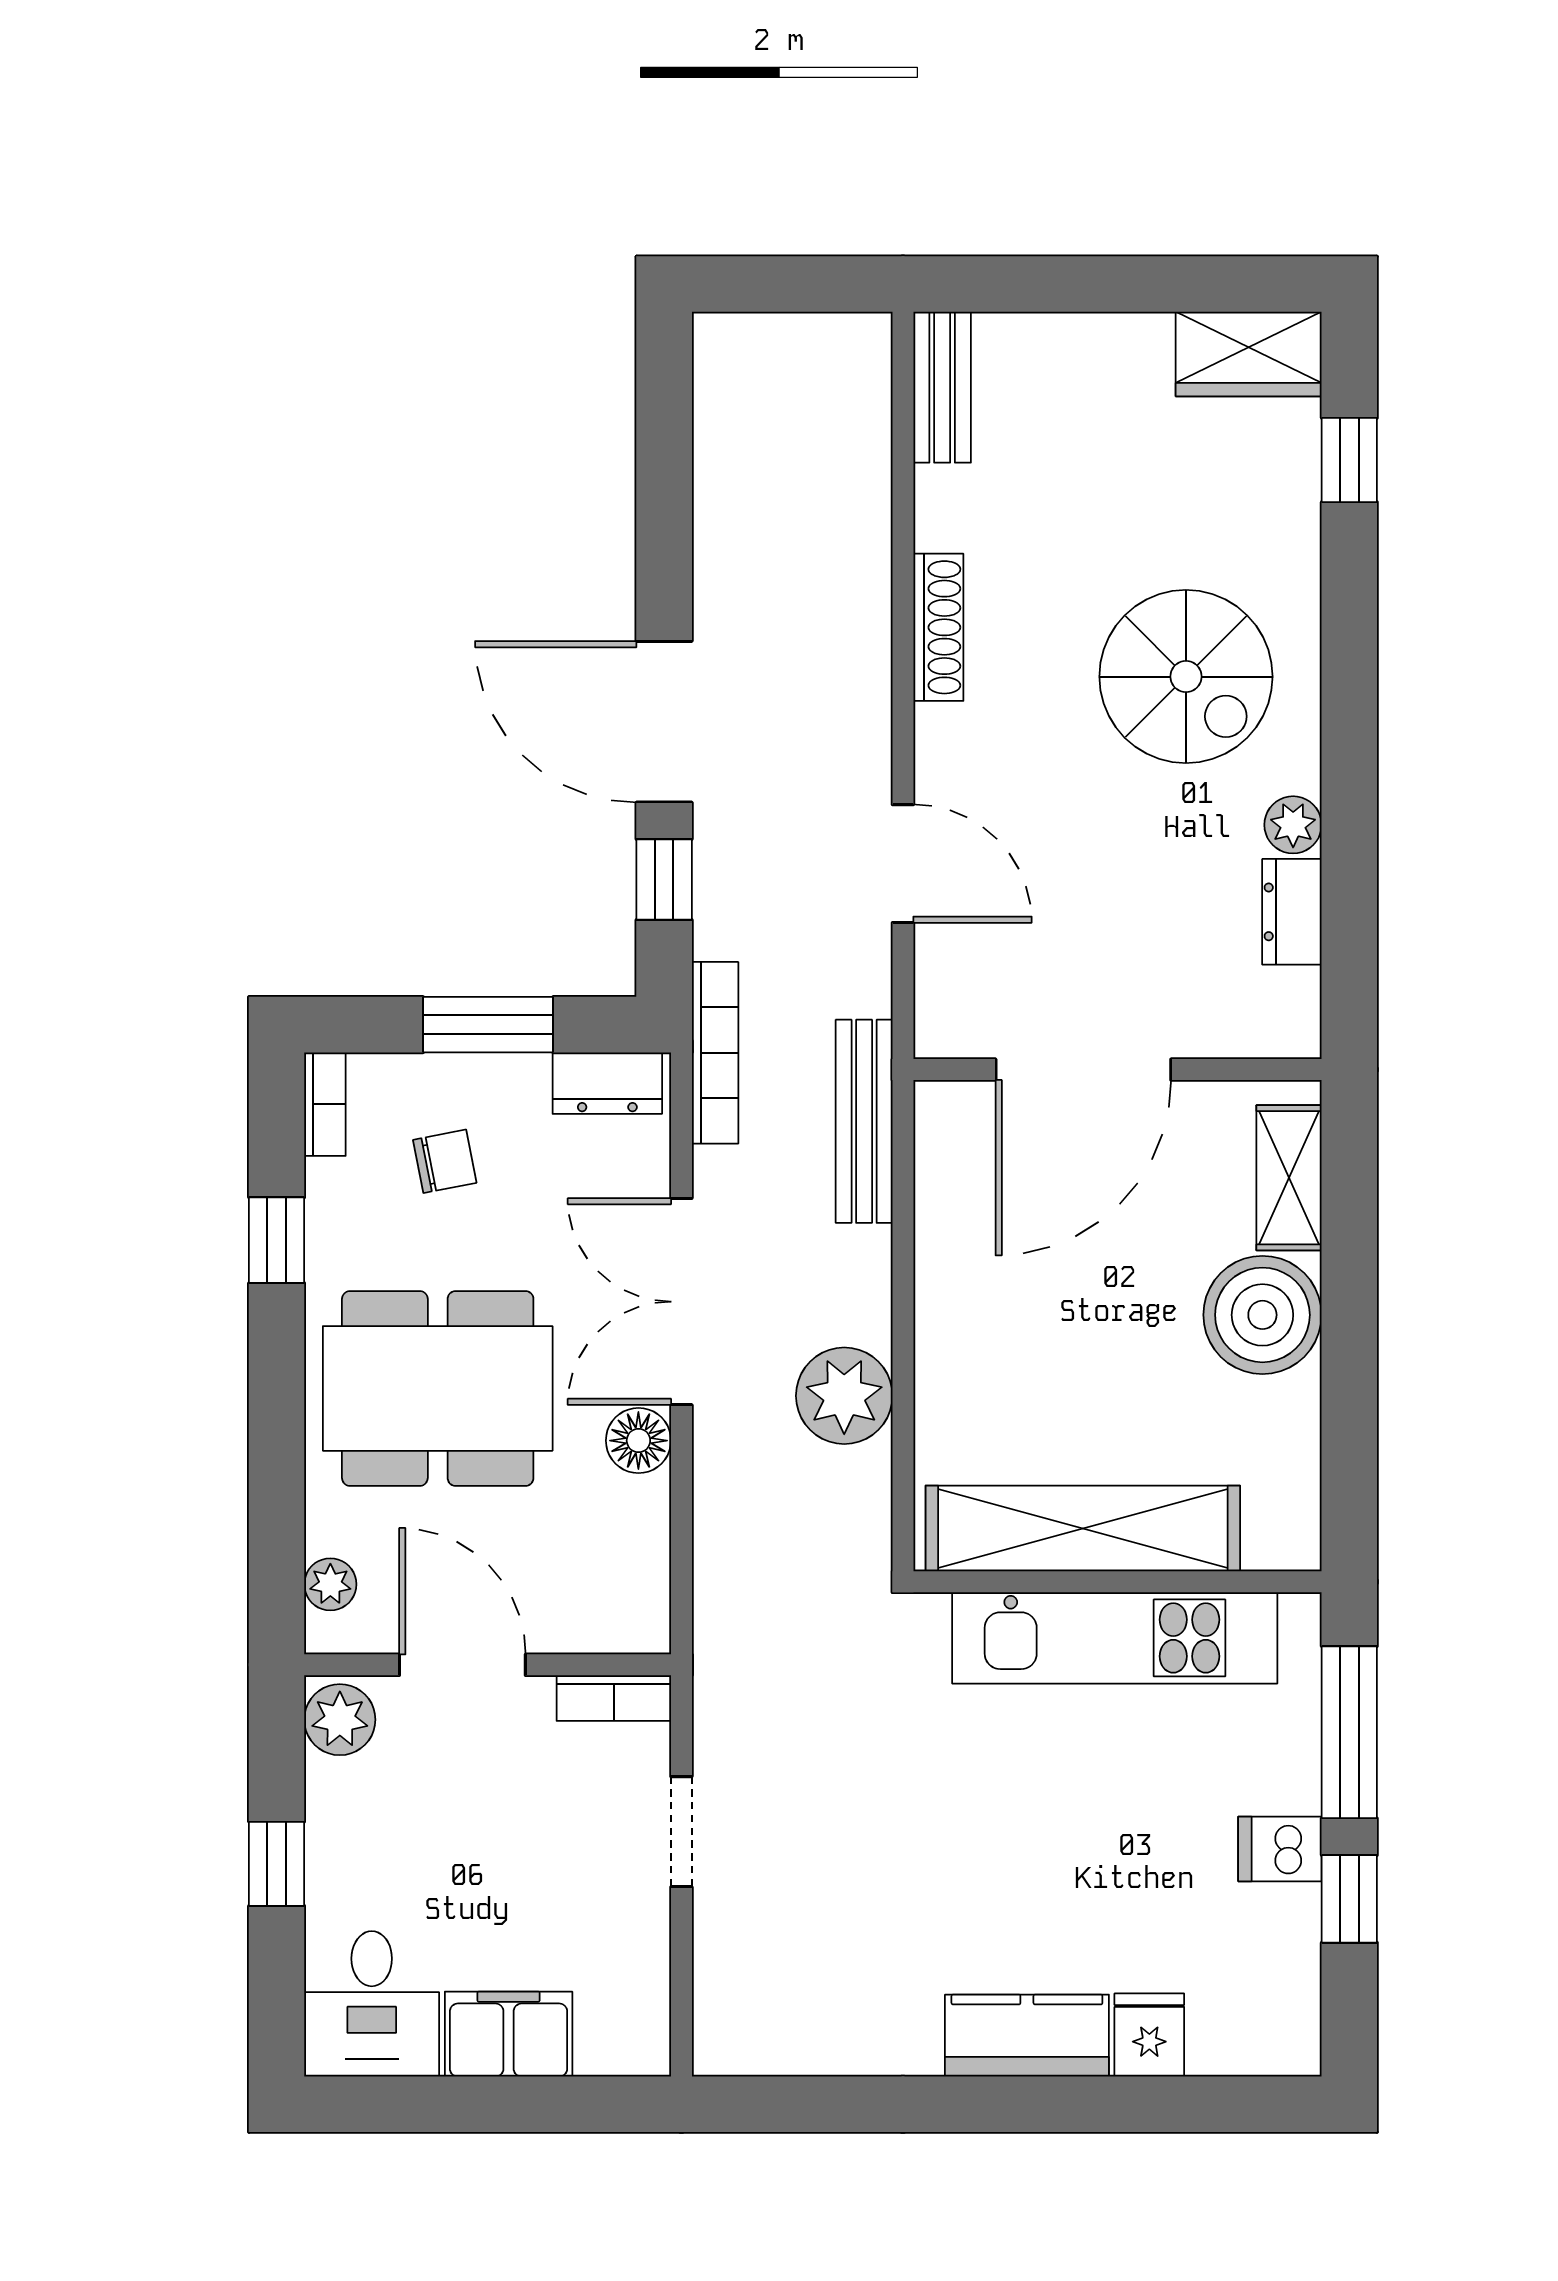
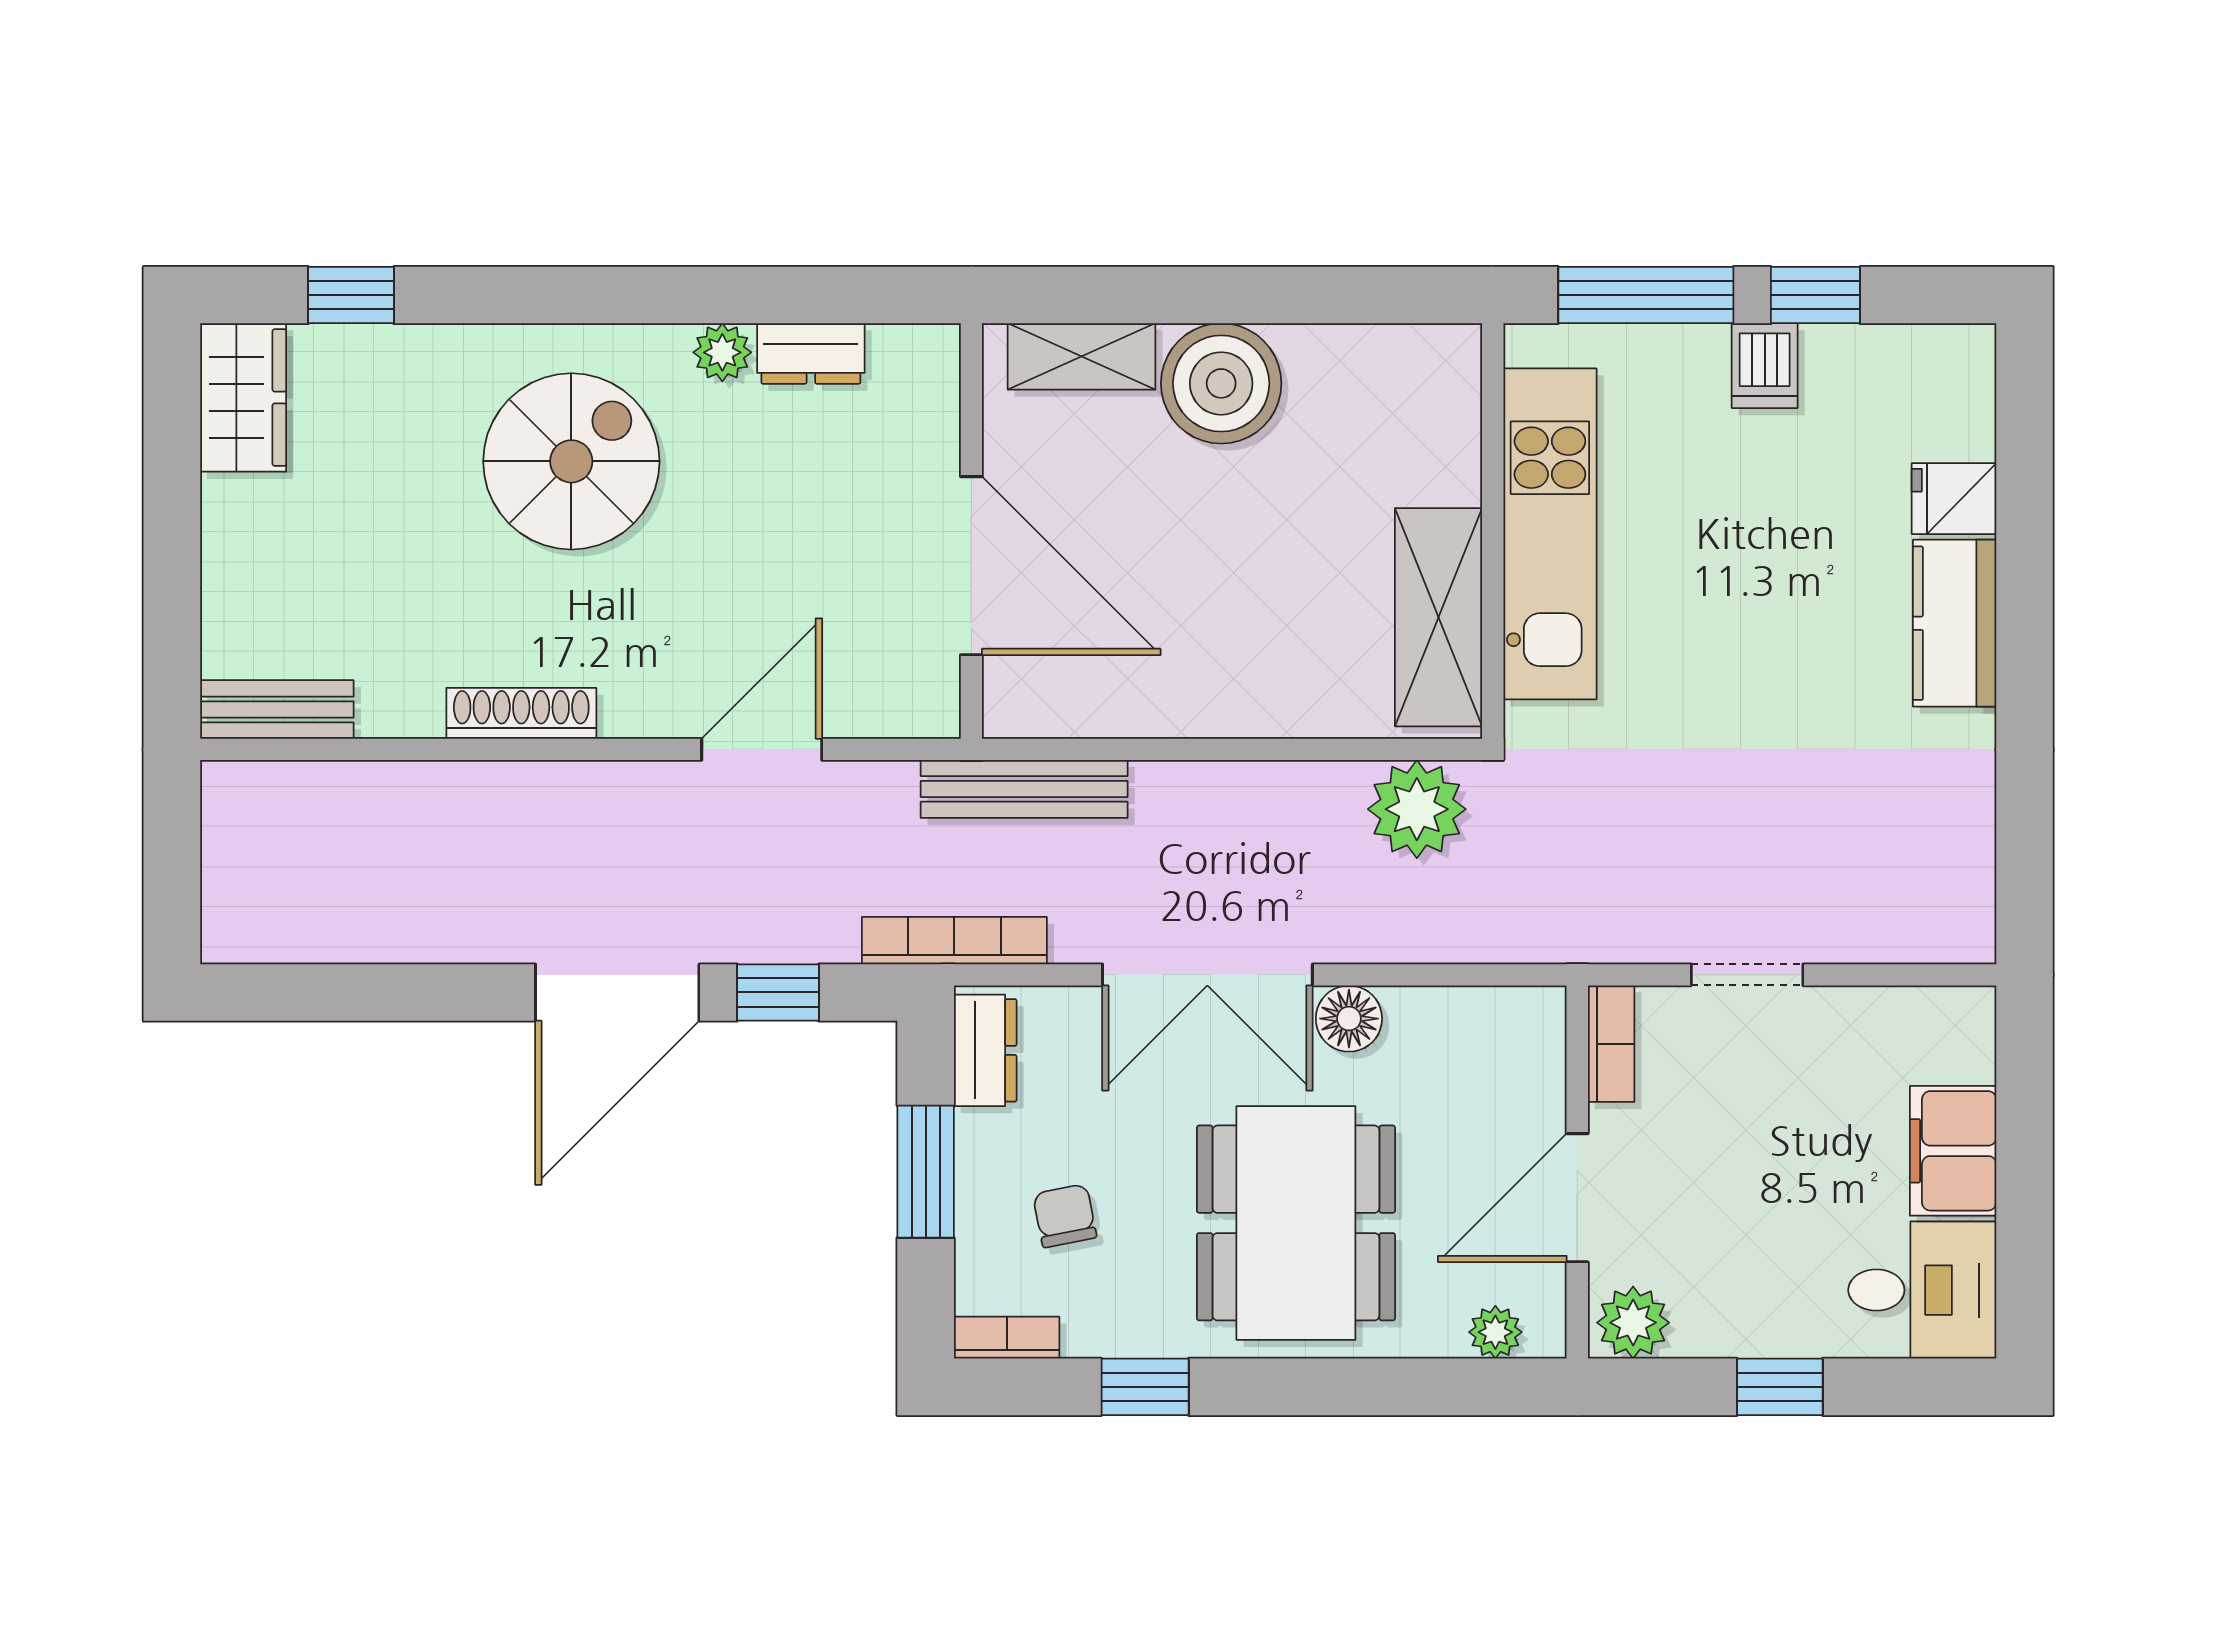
plant: (844, 1396) -> (1417, 809), moved
shelving: (1083, 1528) -> (1438, 617), width x0.68

